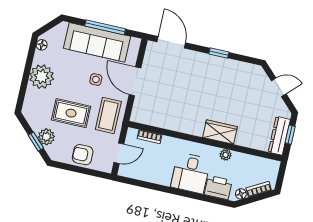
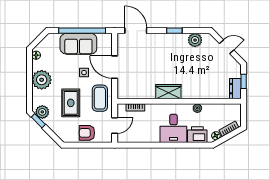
window: (105, 27) -> (82, 31), width x1.46
sofa: (97, 42) -> (78, 44), width x0.73
plant: (242, 70) -> (195, 40), added
rug: (71, 113) -> (71, 103), turned 90
wardrobe: (220, 132) -> (168, 92), moved
dresser: (279, 136) -> (235, 89), width x0.70
plant: (46, 137) -> (42, 112), moved
window: (36, 142) -> (38, 121), moved

